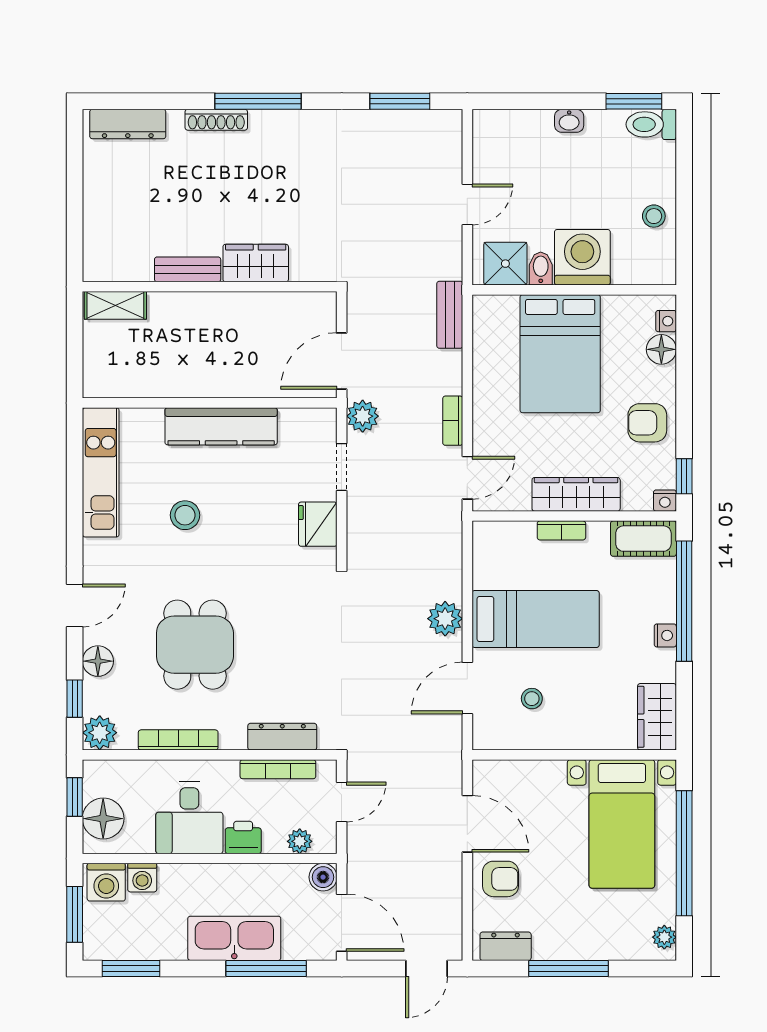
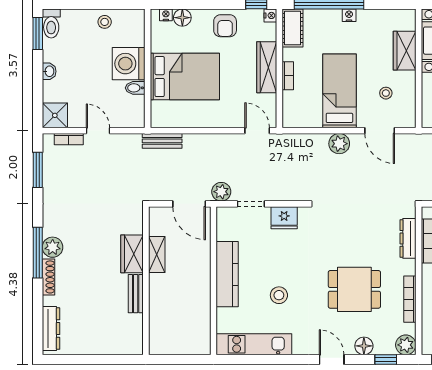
plant: (267, 127) -> (53, 247), added
shower: (505, 264) -> (55, 115), moved
shelving: (115, 305) -> (157, 254), moved
bookcase: (453, 421) -> (69, 139), moved
wardrobe: (657, 717) -> (405, 51), moved, turned 90

